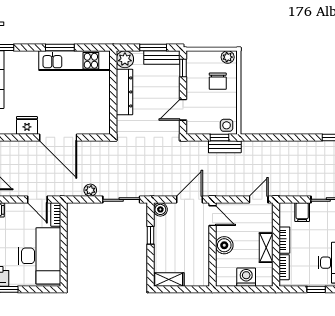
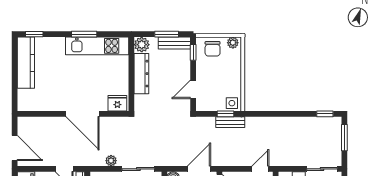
chair: (218, 81) -> (213, 49), moved
fridge: (27, 125) -> (117, 103), moved

